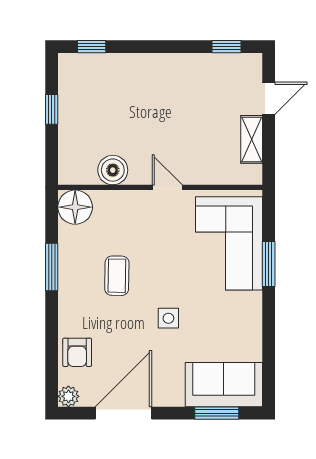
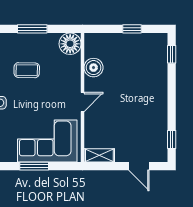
shelving: (252, 139) -> (99, 155), moved

